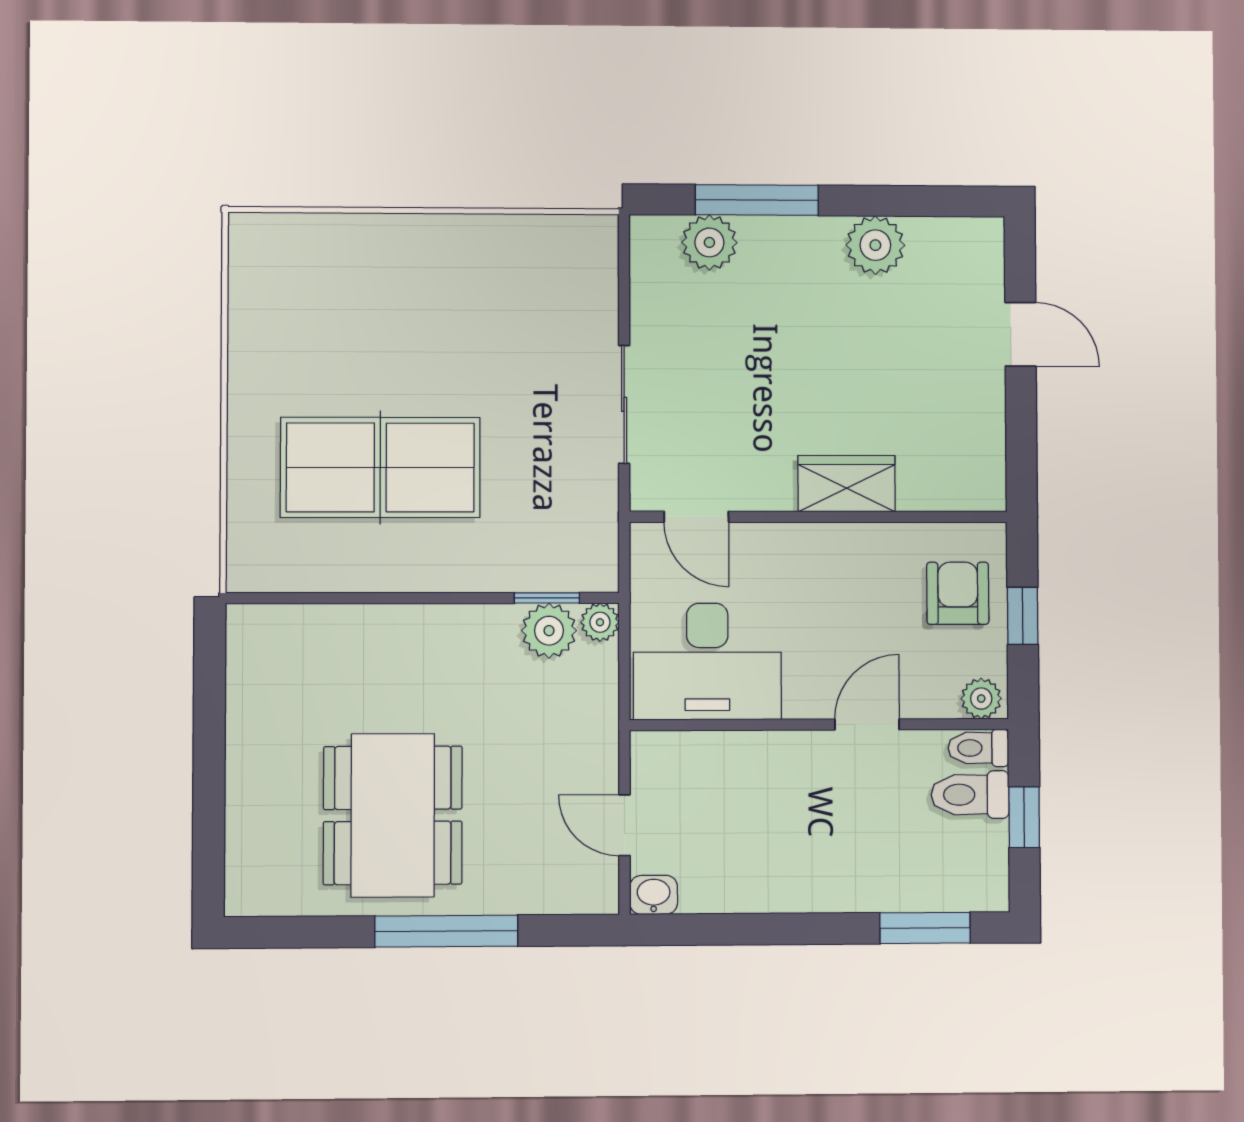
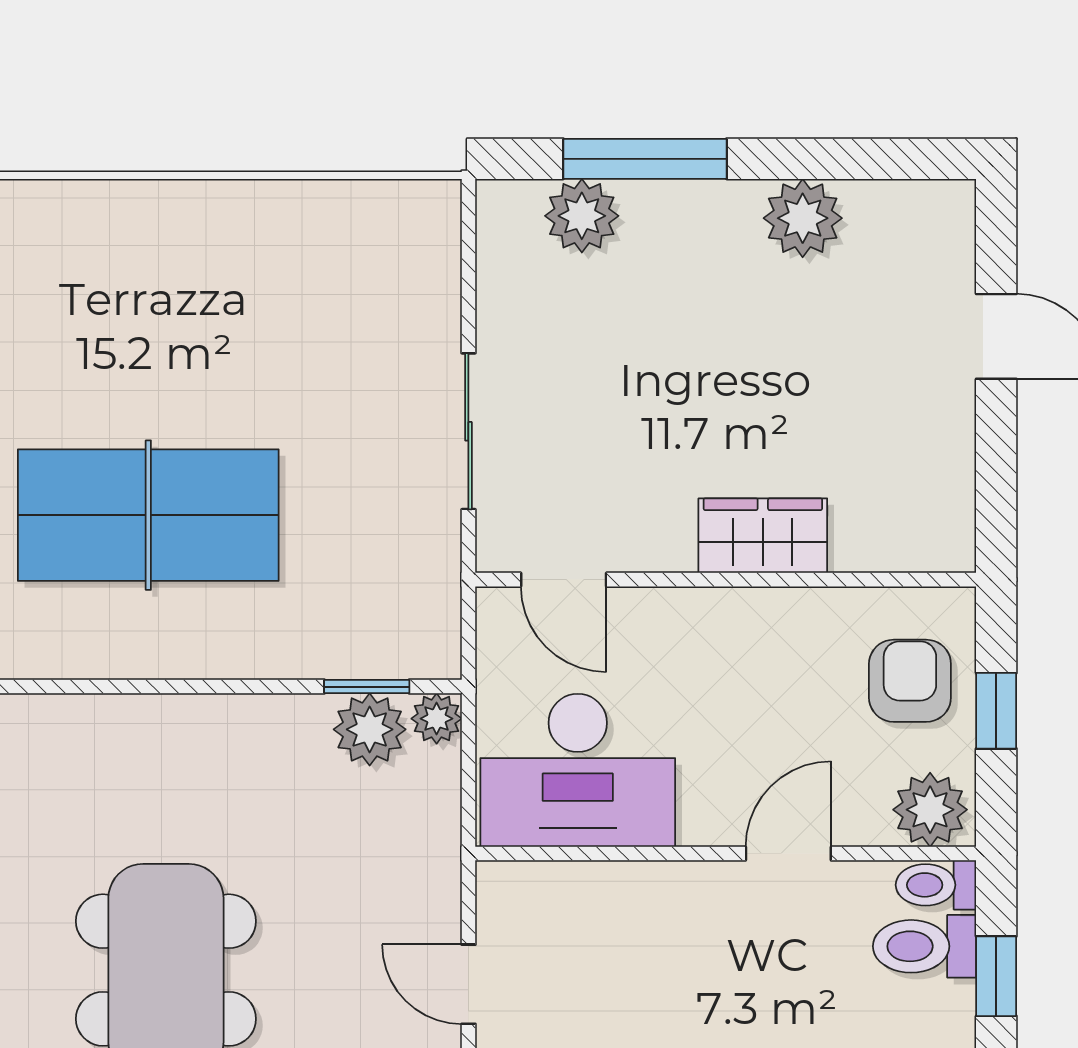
plant: (981, 699) -> (930, 810), width x1.38, depth x1.38

